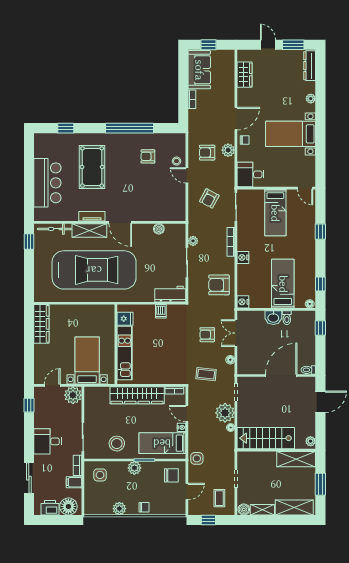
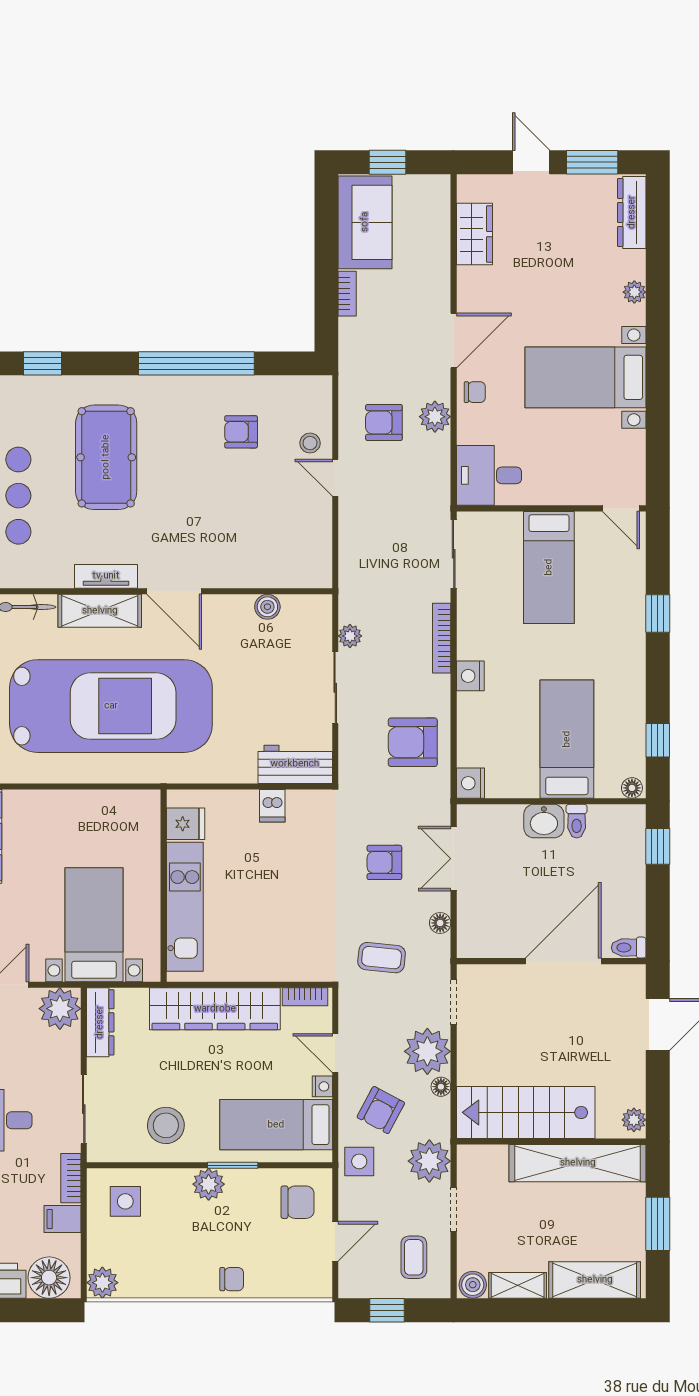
armchair: (209, 198) -> (381, 1110), moved
dresser: (90, 401) -> (100, 1022), added
plant: (226, 458) -> (429, 1161), added
shelving: (296, 459) -> (578, 1163), width x1.47
plant: (119, 509) -> (102, 1283), moved

